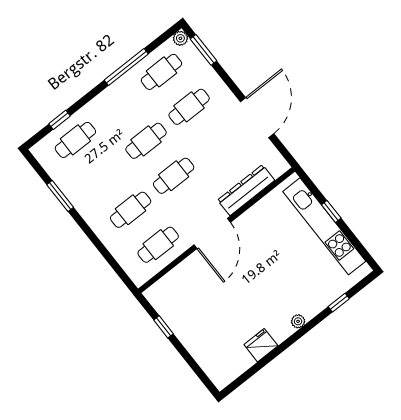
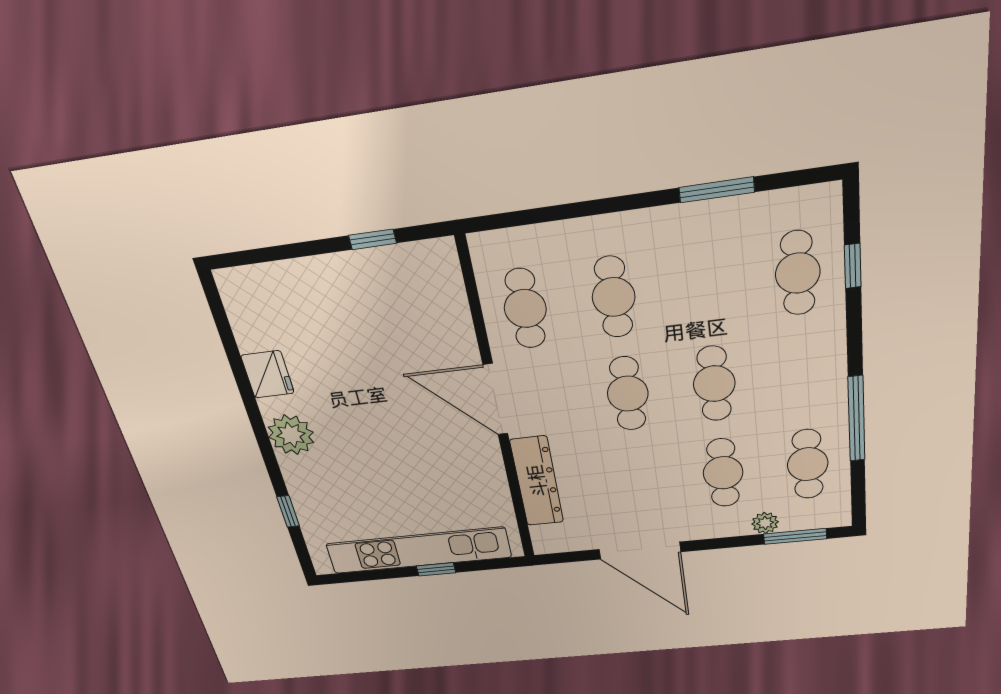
plant: (180, 38) -> (765, 523), moved
plant: (298, 321) -> (291, 435), width x1.88, depth x1.88

